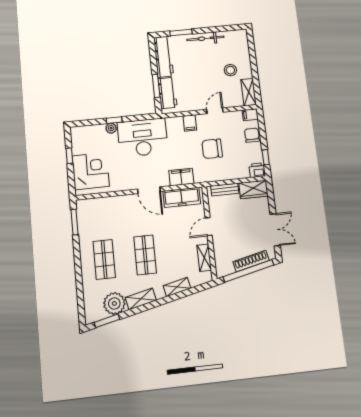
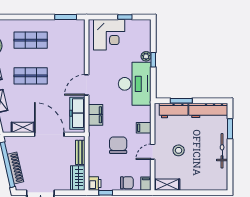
stool: (230, 70) -> (179, 150), moved
door: (215, 111) -> (153, 152), swing flipped
door: (209, 227) -> (49, 134), width x1.87

